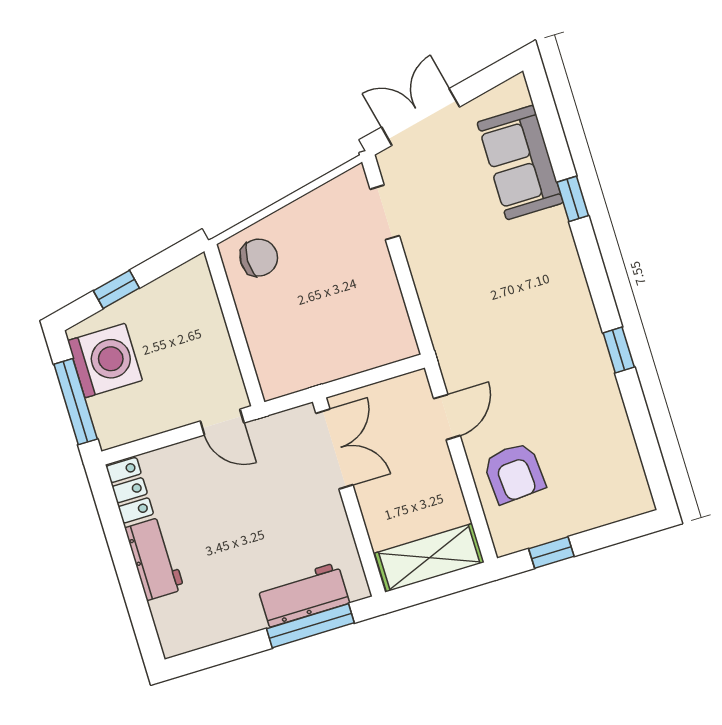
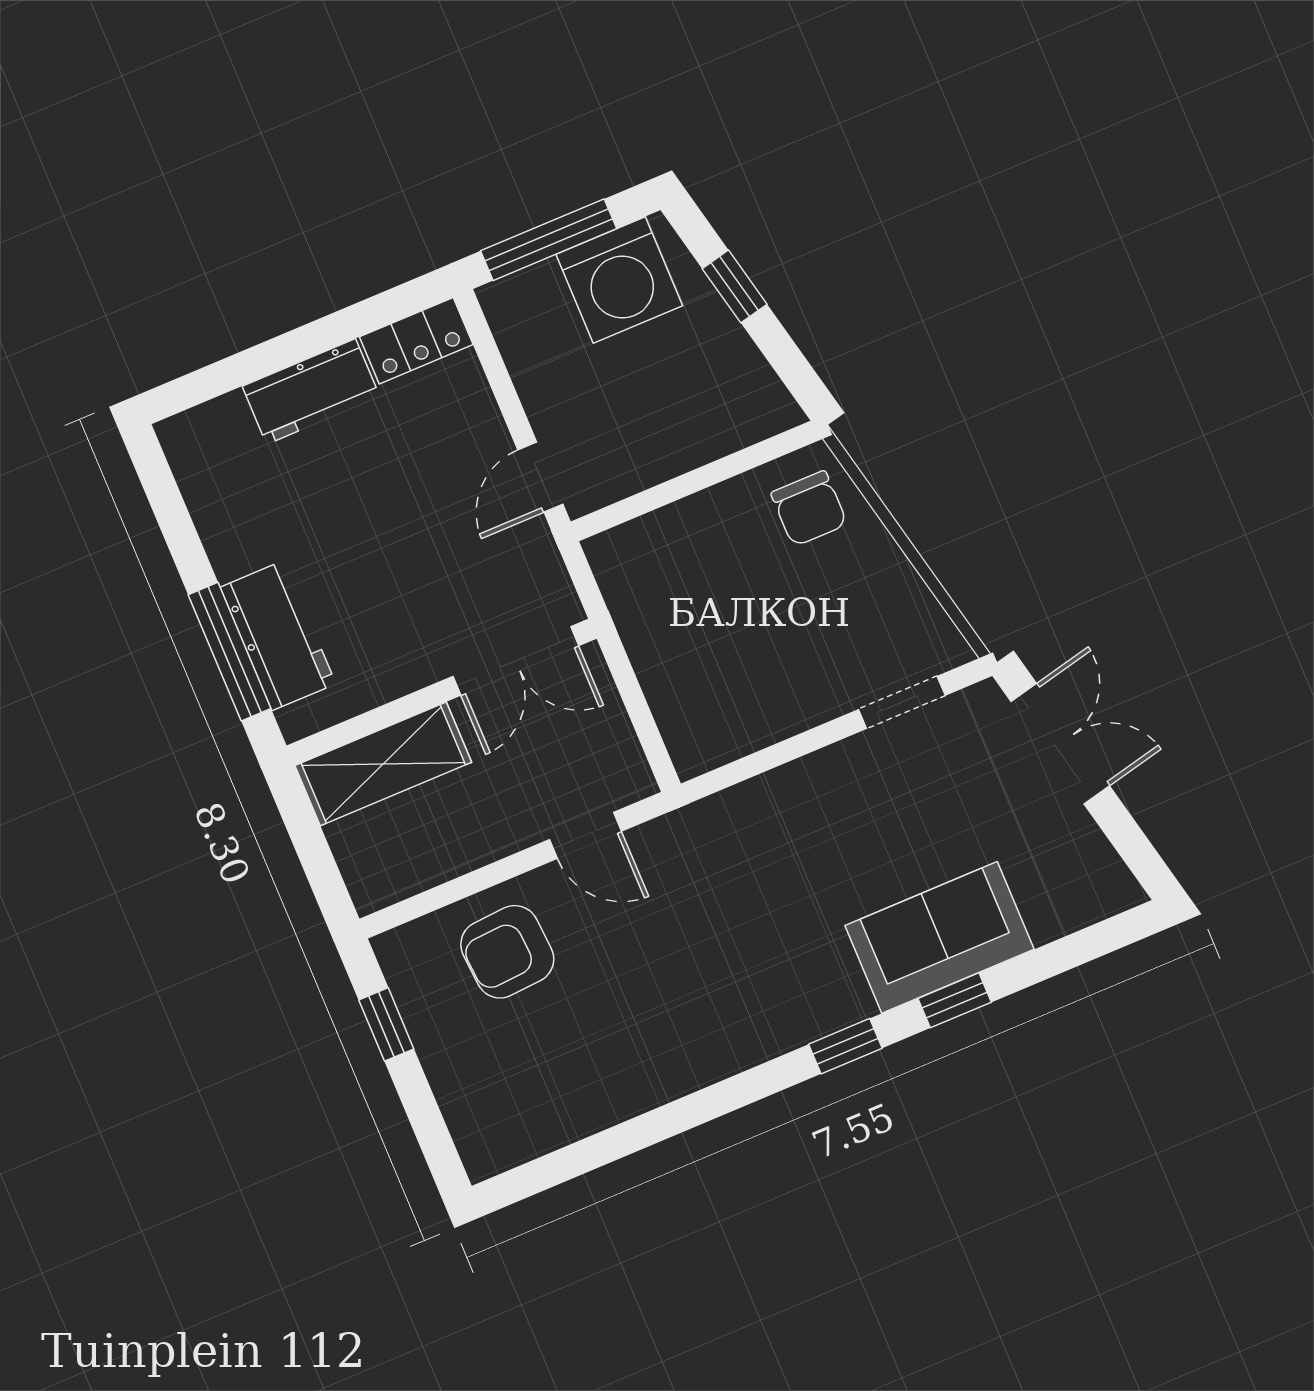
sofa: (520, 162) -> (940, 937), moved
window: (619, 350) -> (845, 1046), moved
shelving: (429, 558) -> (383, 764), moved, turned 90

